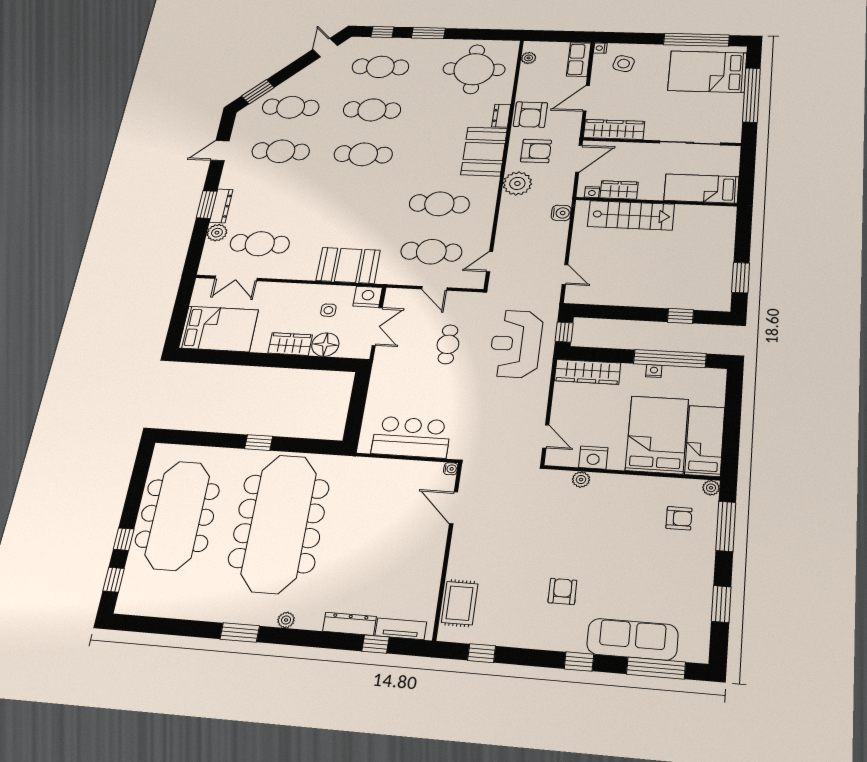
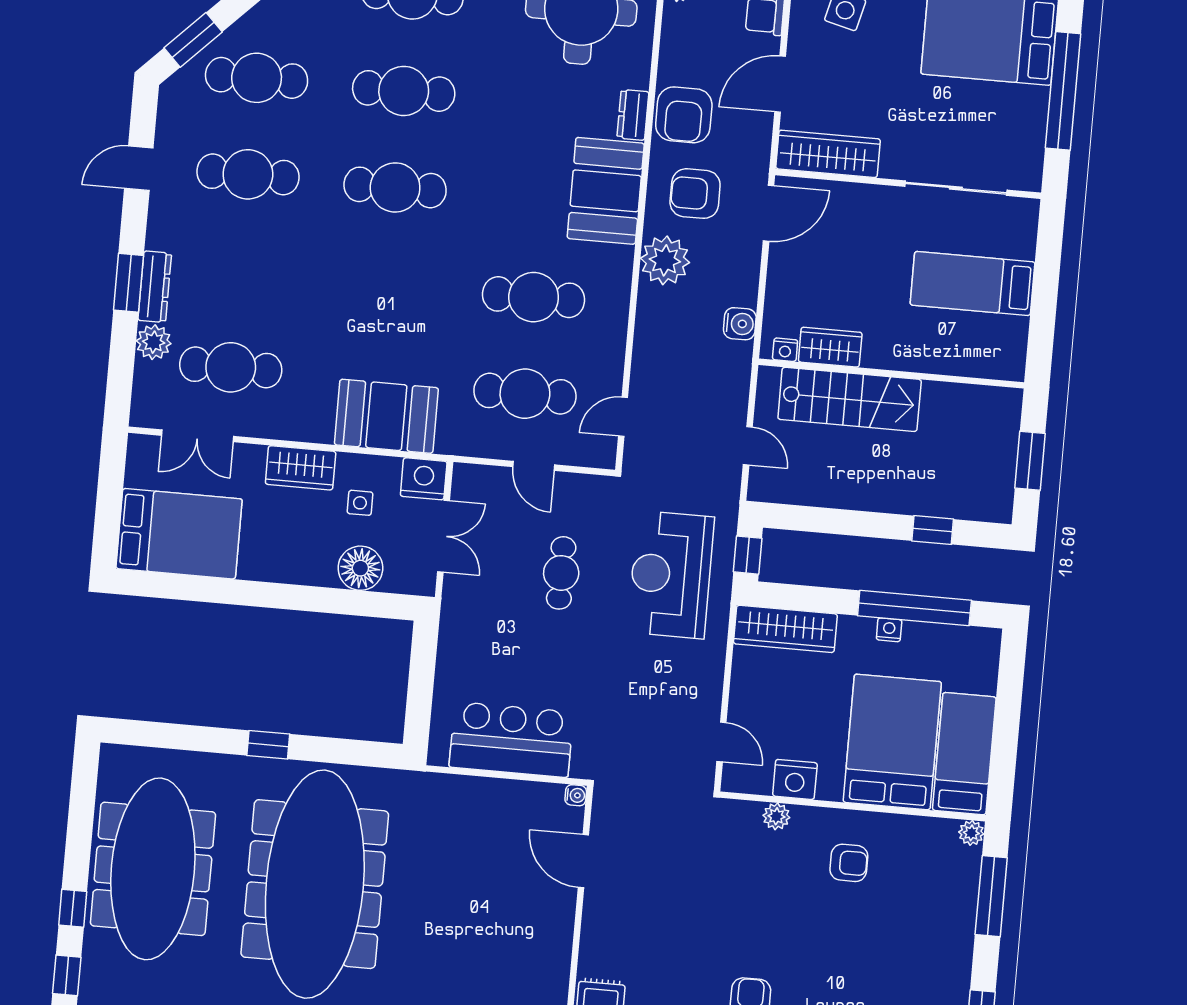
armchair: (536, 151) -> (695, 194), turned 180
wardrobe: (619, 190) -> (830, 347), moved
nightstand: (592, 192) -> (785, 350), moved
wall: (656, 202) -> (891, 374), moved
stairs: (631, 215) -> (850, 399), moved
wardrobe: (290, 344) -> (301, 468), moved, turned 180
armchair: (679, 518) -> (849, 863), moved

